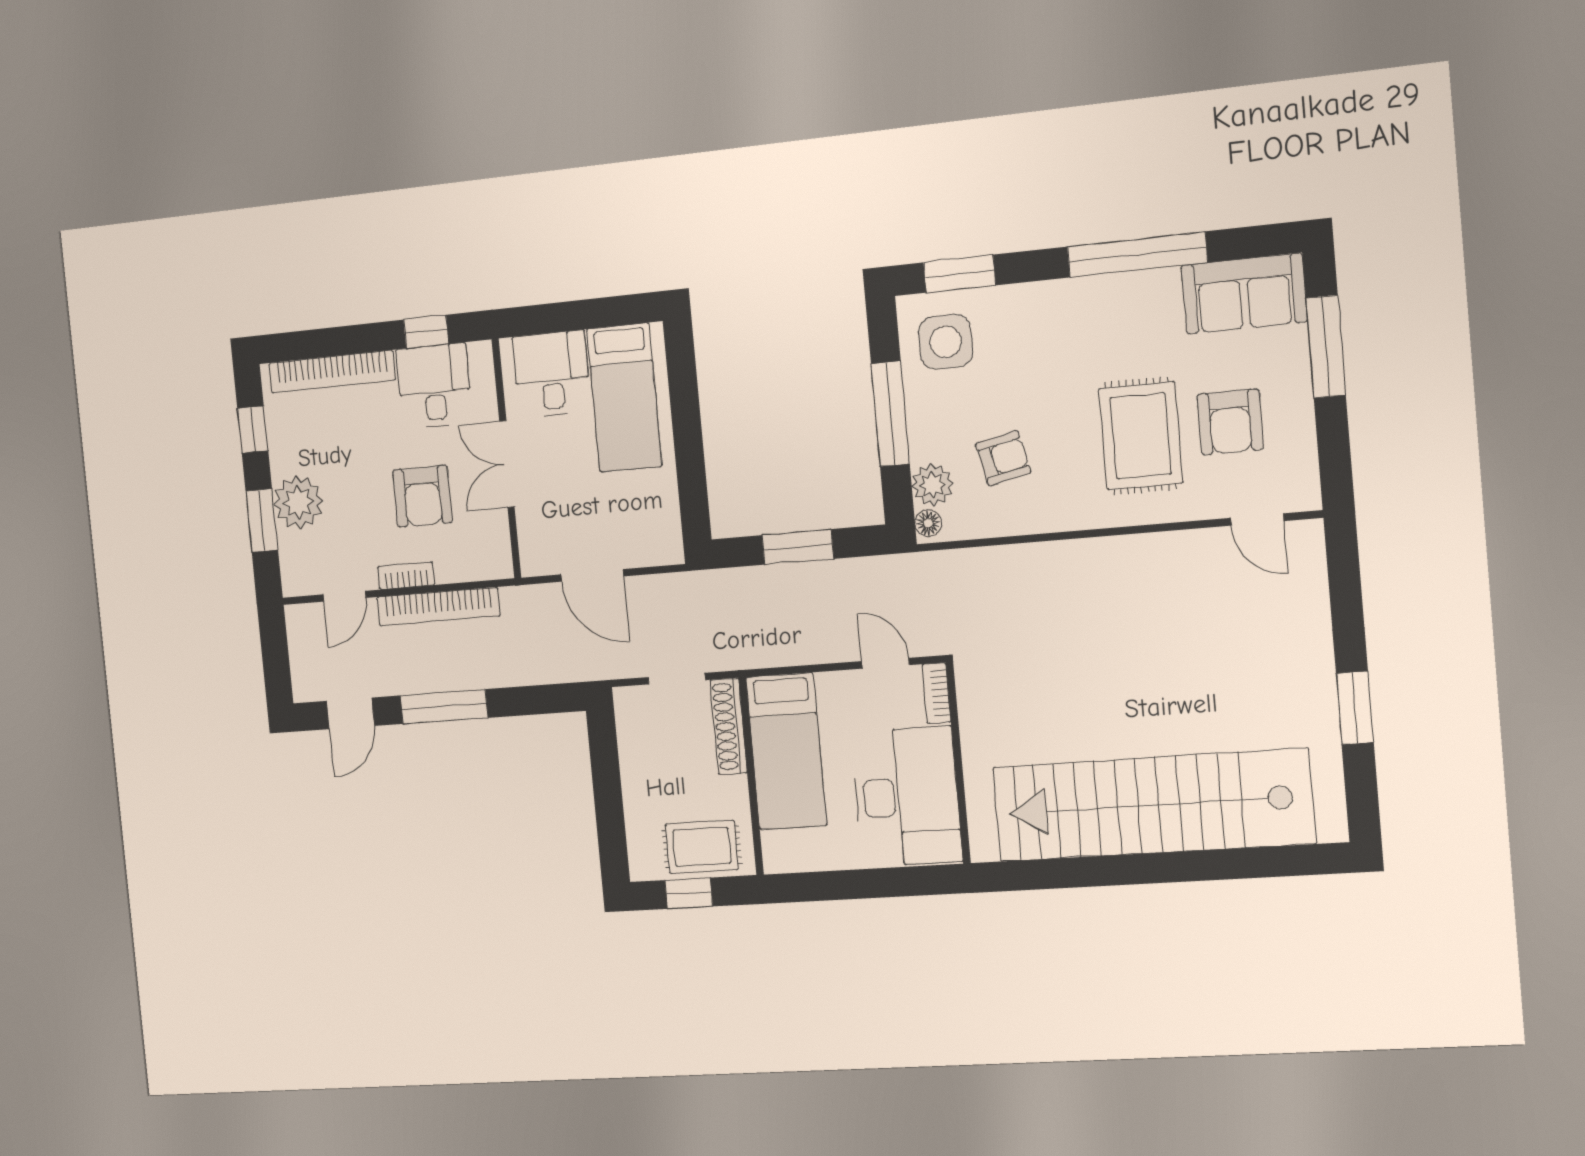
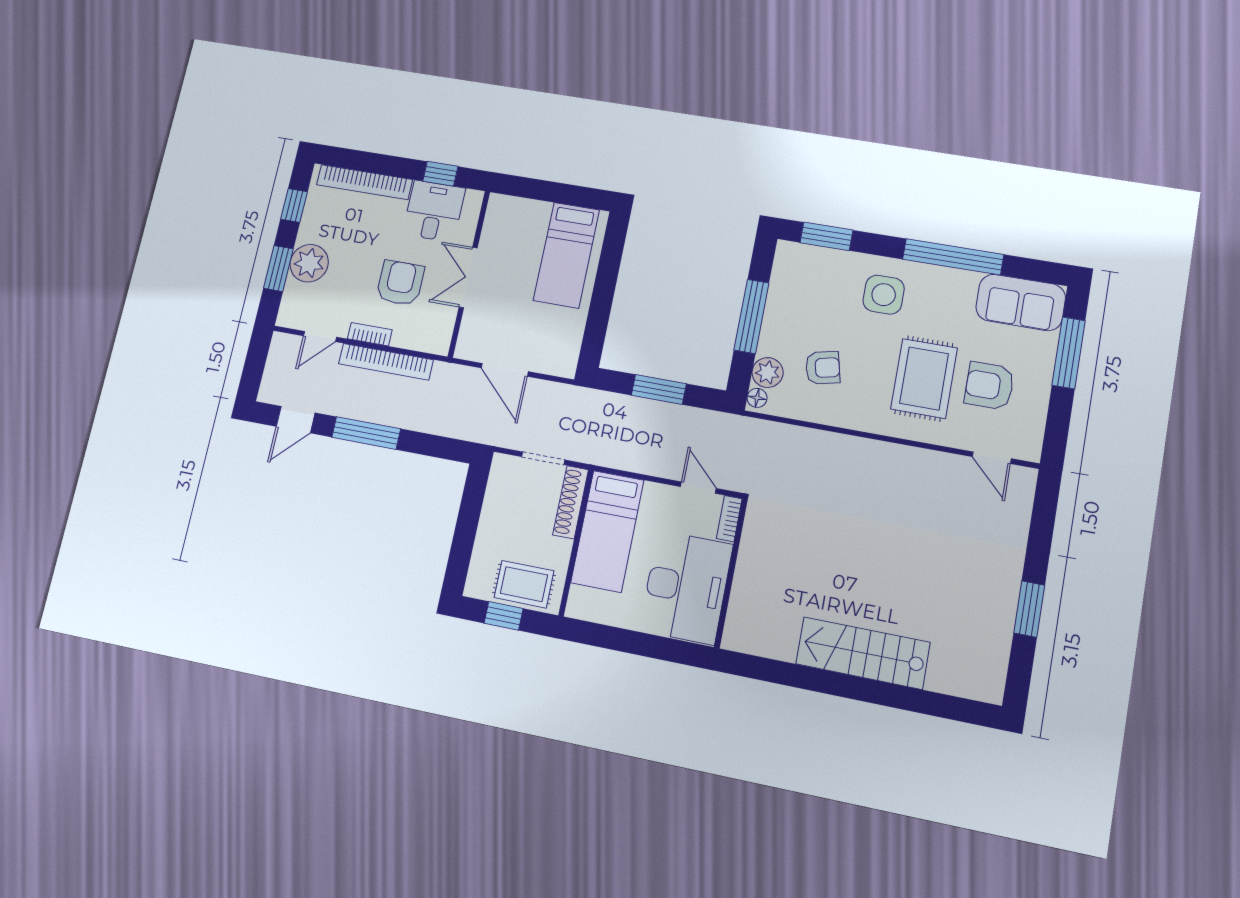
side table: (946, 342) -> (884, 295), moved
desk: (552, 374) -> (520, 226), removed
armchair: (1230, 422) -> (989, 386), turned 90
armchair: (422, 496) -> (400, 283), turned 180
stairs: (1153, 805) -> (863, 653), width x0.54, depth x0.66

